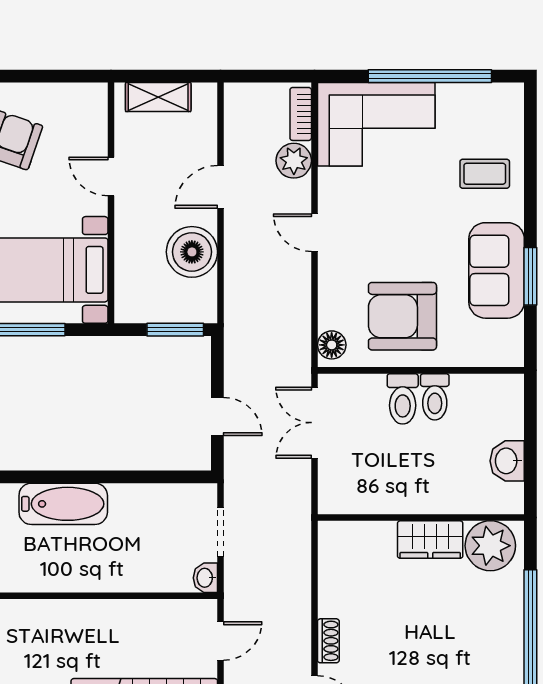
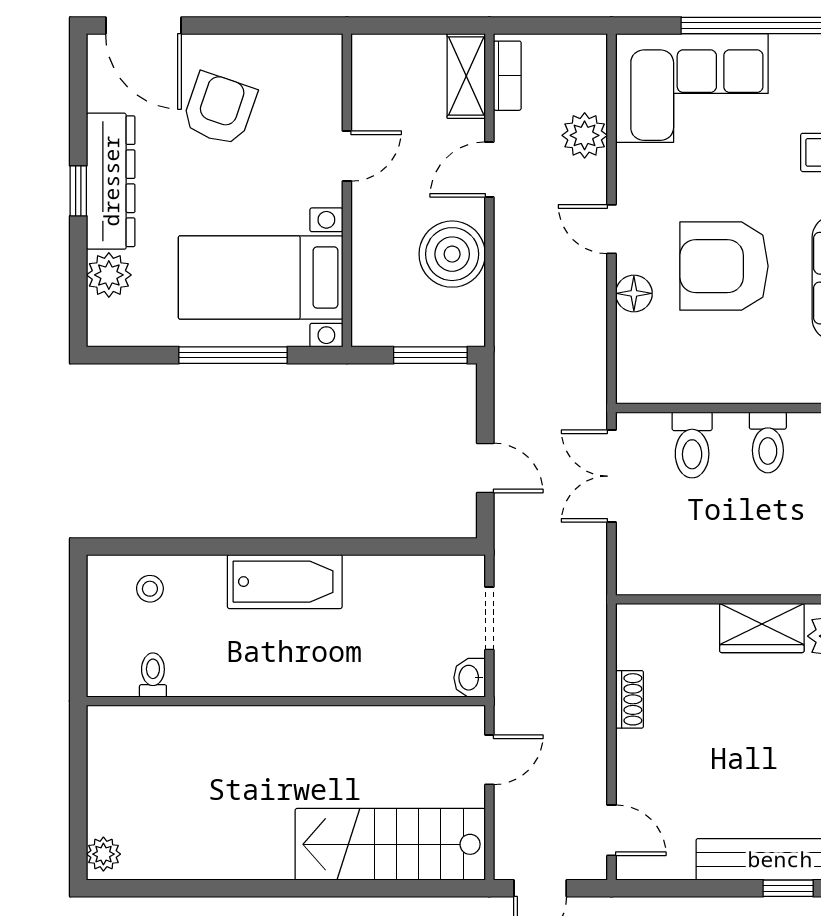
shelving: (158, 97) -> (466, 76), moved, turned 90
bookcase: (301, 114) -> (507, 76), moved, turned 180
door: (111, 177) -> (347, 156), swing flipped
armchair: (402, 316) -> (724, 266), moved
floor lamp: (332, 345) -> (634, 293), moved
toilet: (403, 399) -> (692, 445), moved
shoe rack: (328, 641) -> (629, 699), moved

